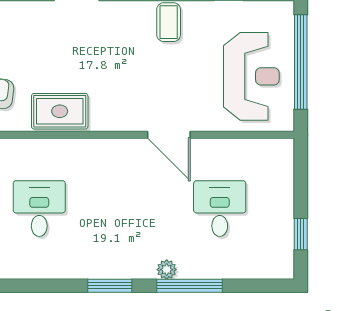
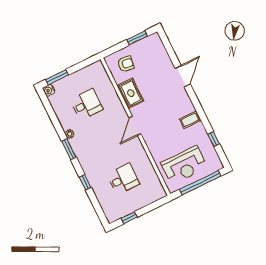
door: (169, 135) -> (135, 126), moved
plant: (167, 270) -> (70, 134), moved
window: (189, 286) -> (85, 182), width x0.46

